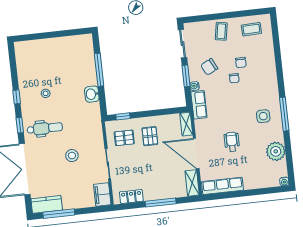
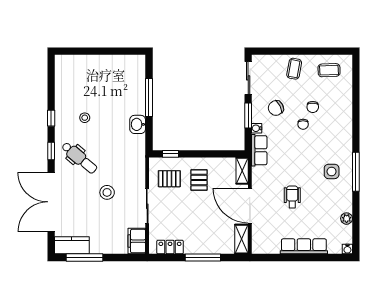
dental chair: (45, 128) -> (79, 158), turned 40
plant: (276, 151) -> (347, 219), width x0.53, depth x0.53
row of seats: (223, 186) -> (304, 246), moved

